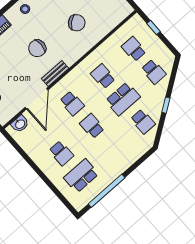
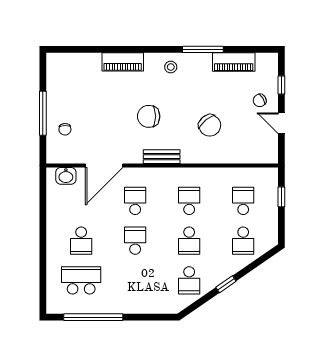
bench: (55, 73) -> (162, 157), moved
school desk: (123, 99) -> (189, 241), width x0.54
school desk: (72, 103) -> (135, 201), turned 180

